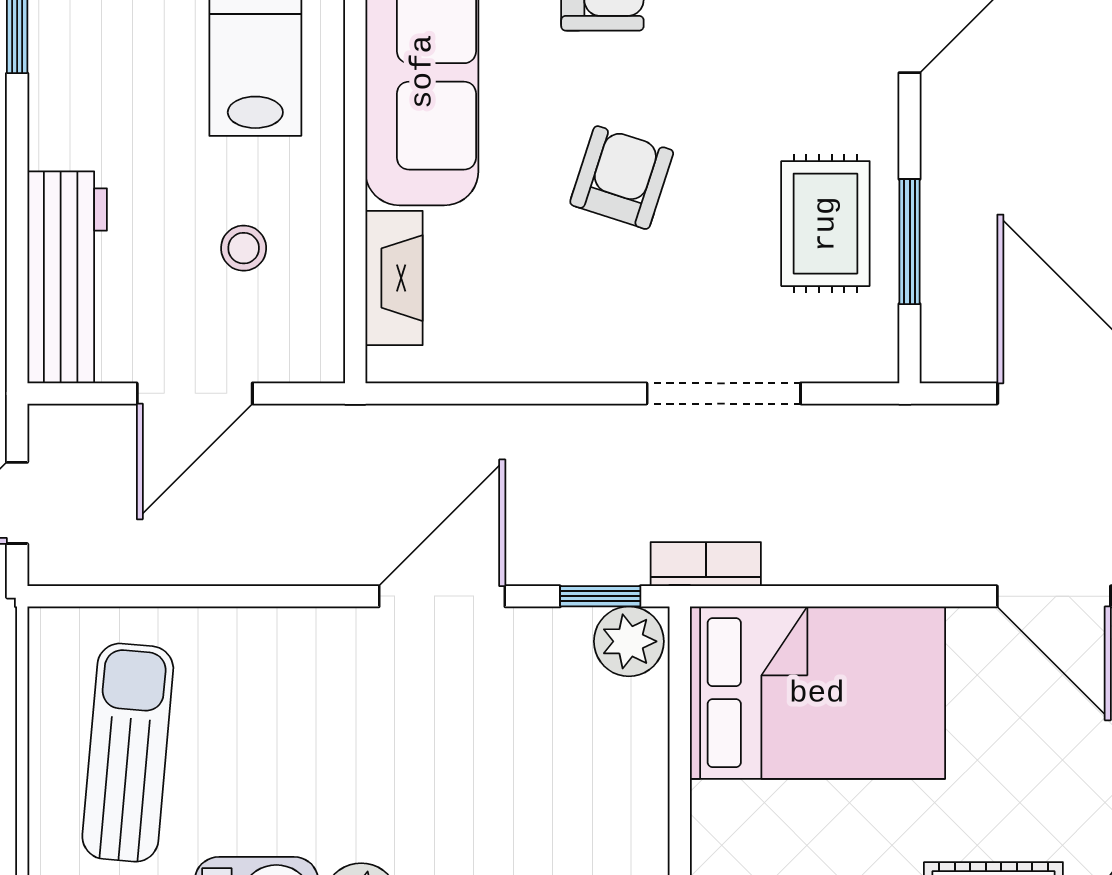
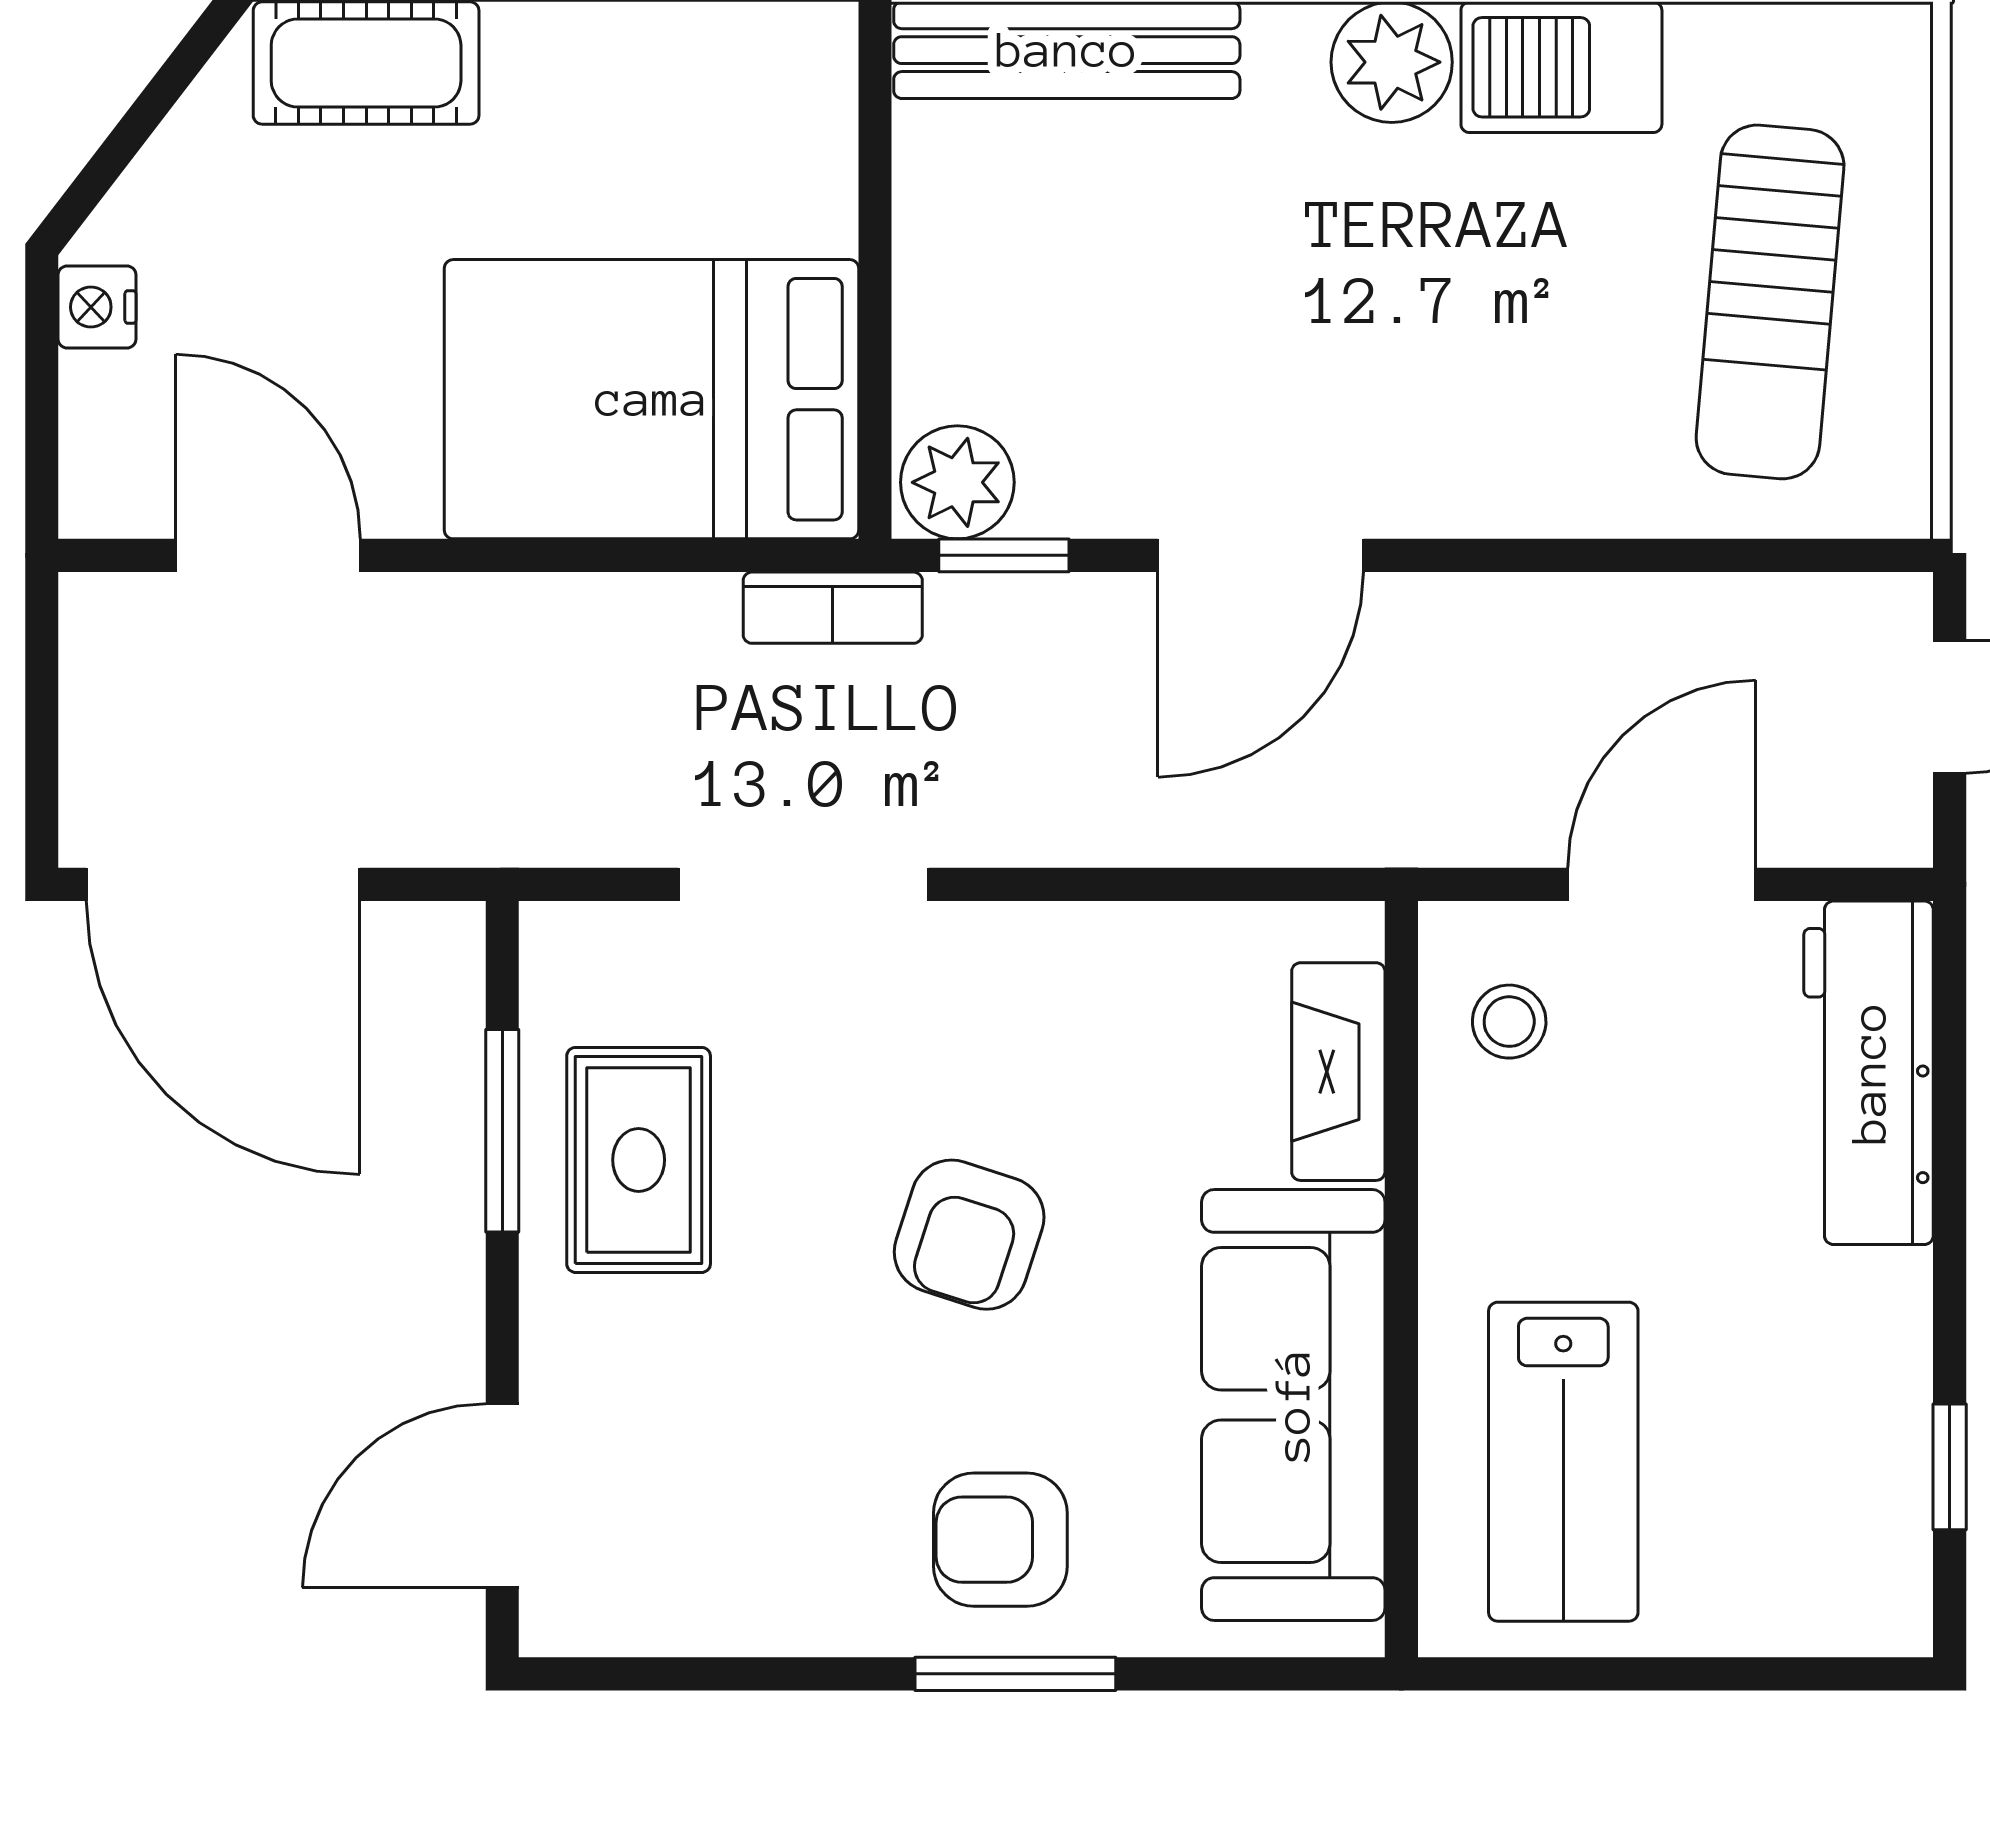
stool: (244, 248) -> (1509, 1022), moved

